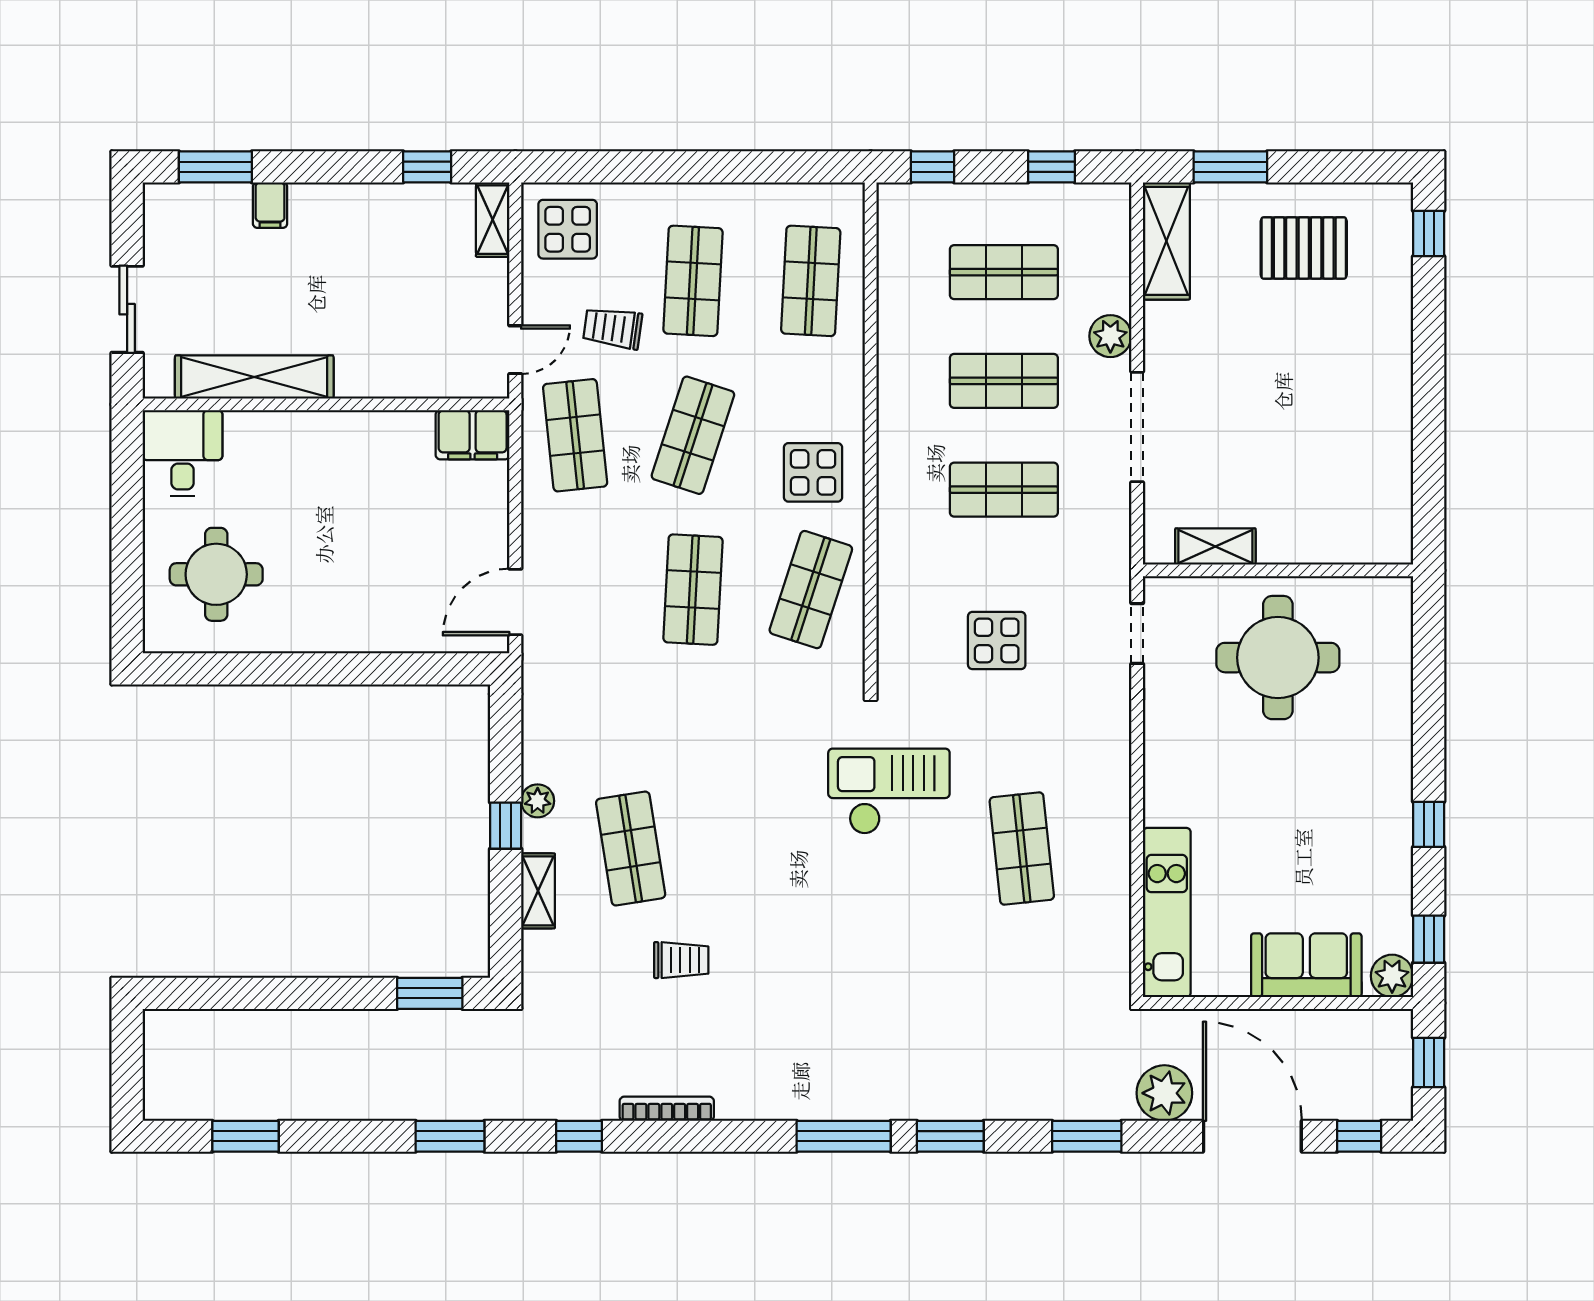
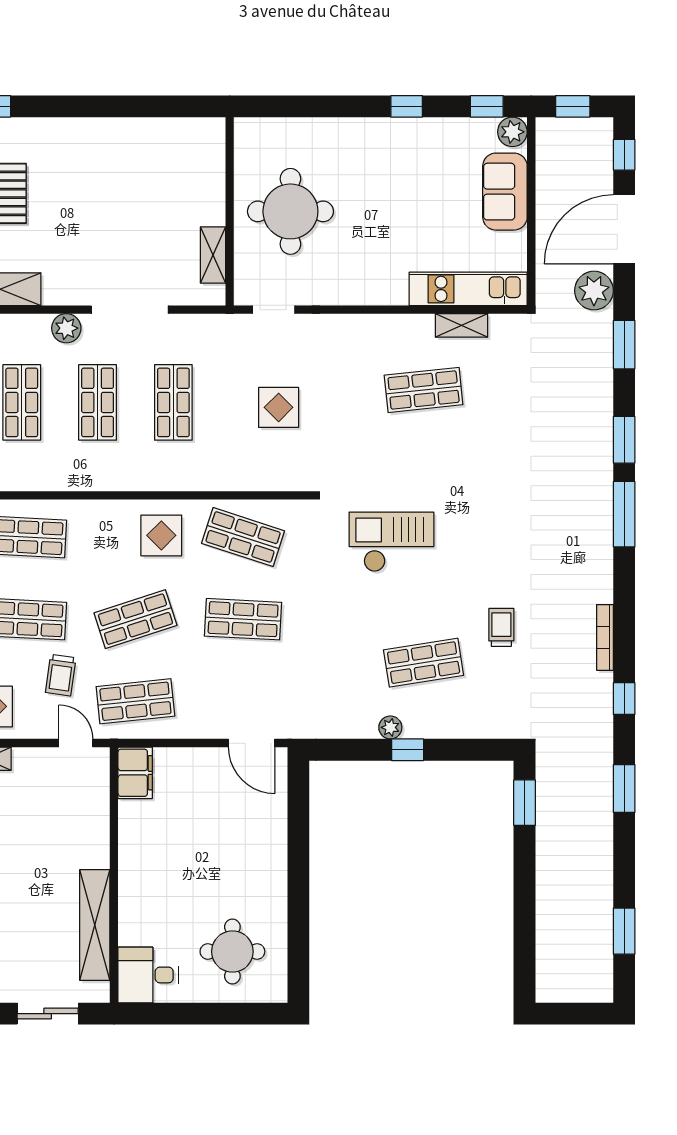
shop shelf: (693, 435) -> (135, 619), turned -36
checkout: (889, 791) -> (391, 542), moved, turned 90
shelving: (538, 891) -> (462, 325), moved

